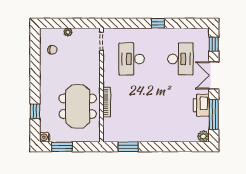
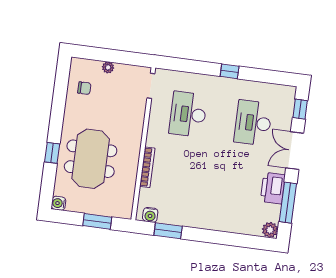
desk: (180, 59) -> (253, 123), turned 180
meeting table: (78, 106) -> (91, 159), moved
window: (35, 111) -> (52, 153), moved
water cooler: (113, 137) -> (150, 215), added
window: (62, 147) -> (97, 221), moved

